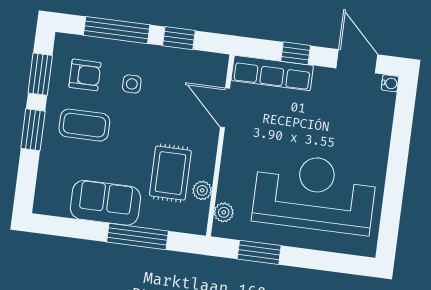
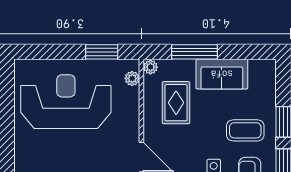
plant: (202, 190) -> (150, 67), moved
reception desk: (315, 193) -> (66, 102), turned 180

